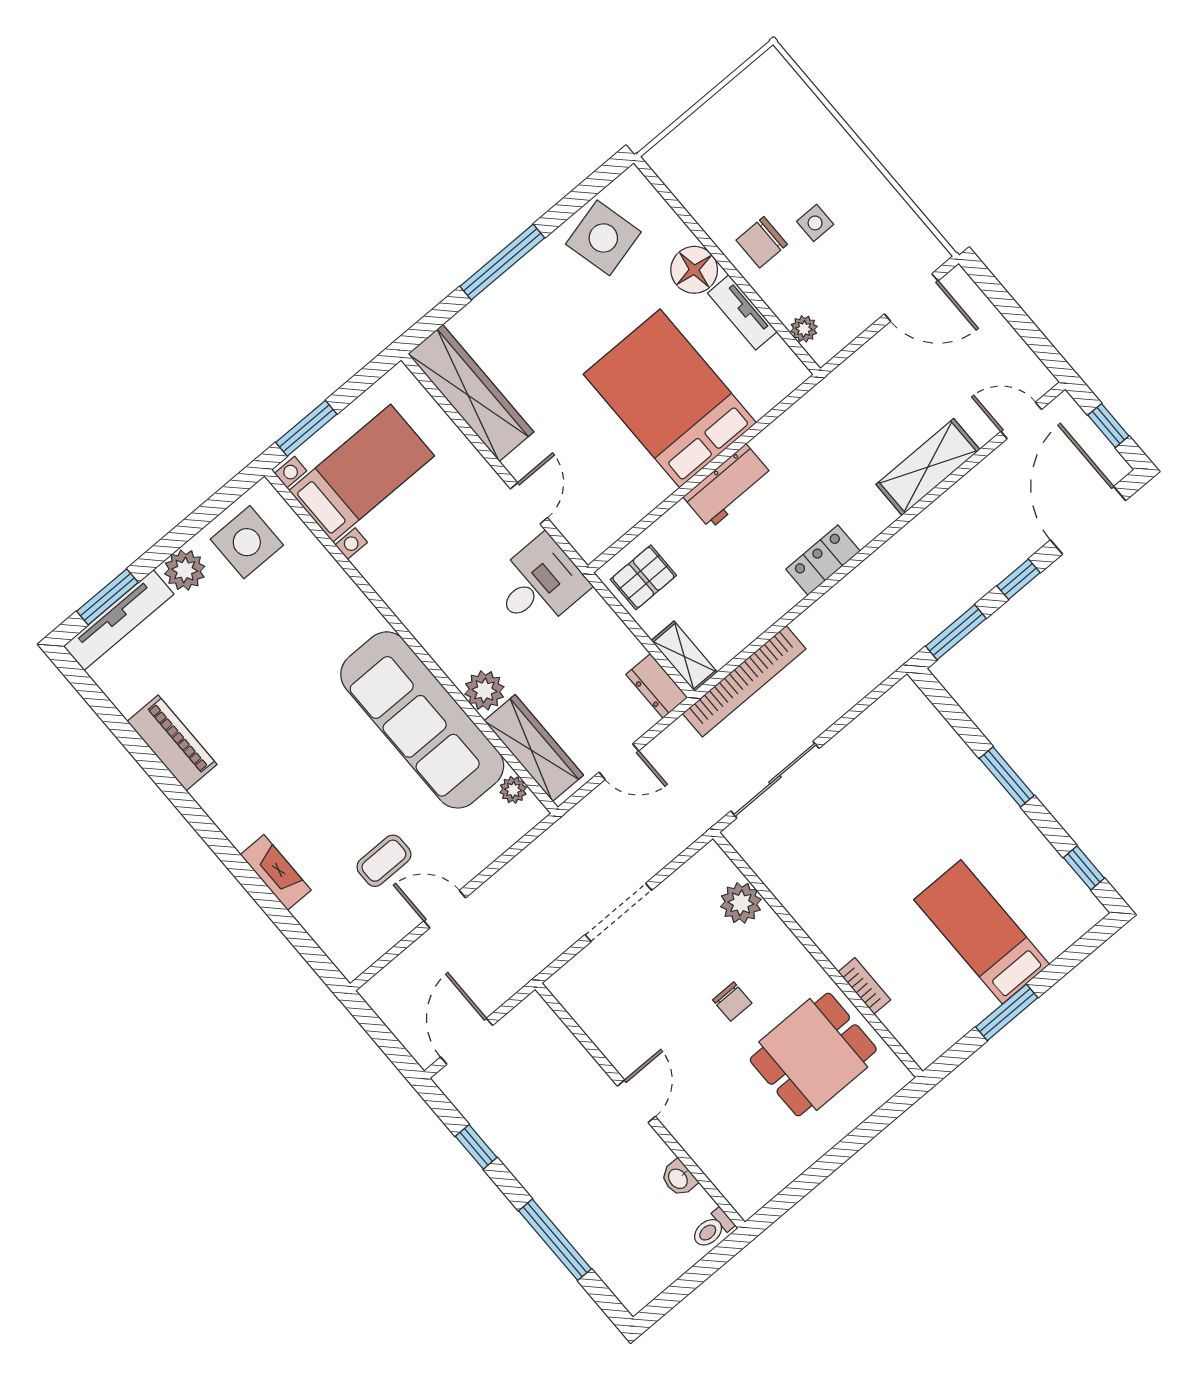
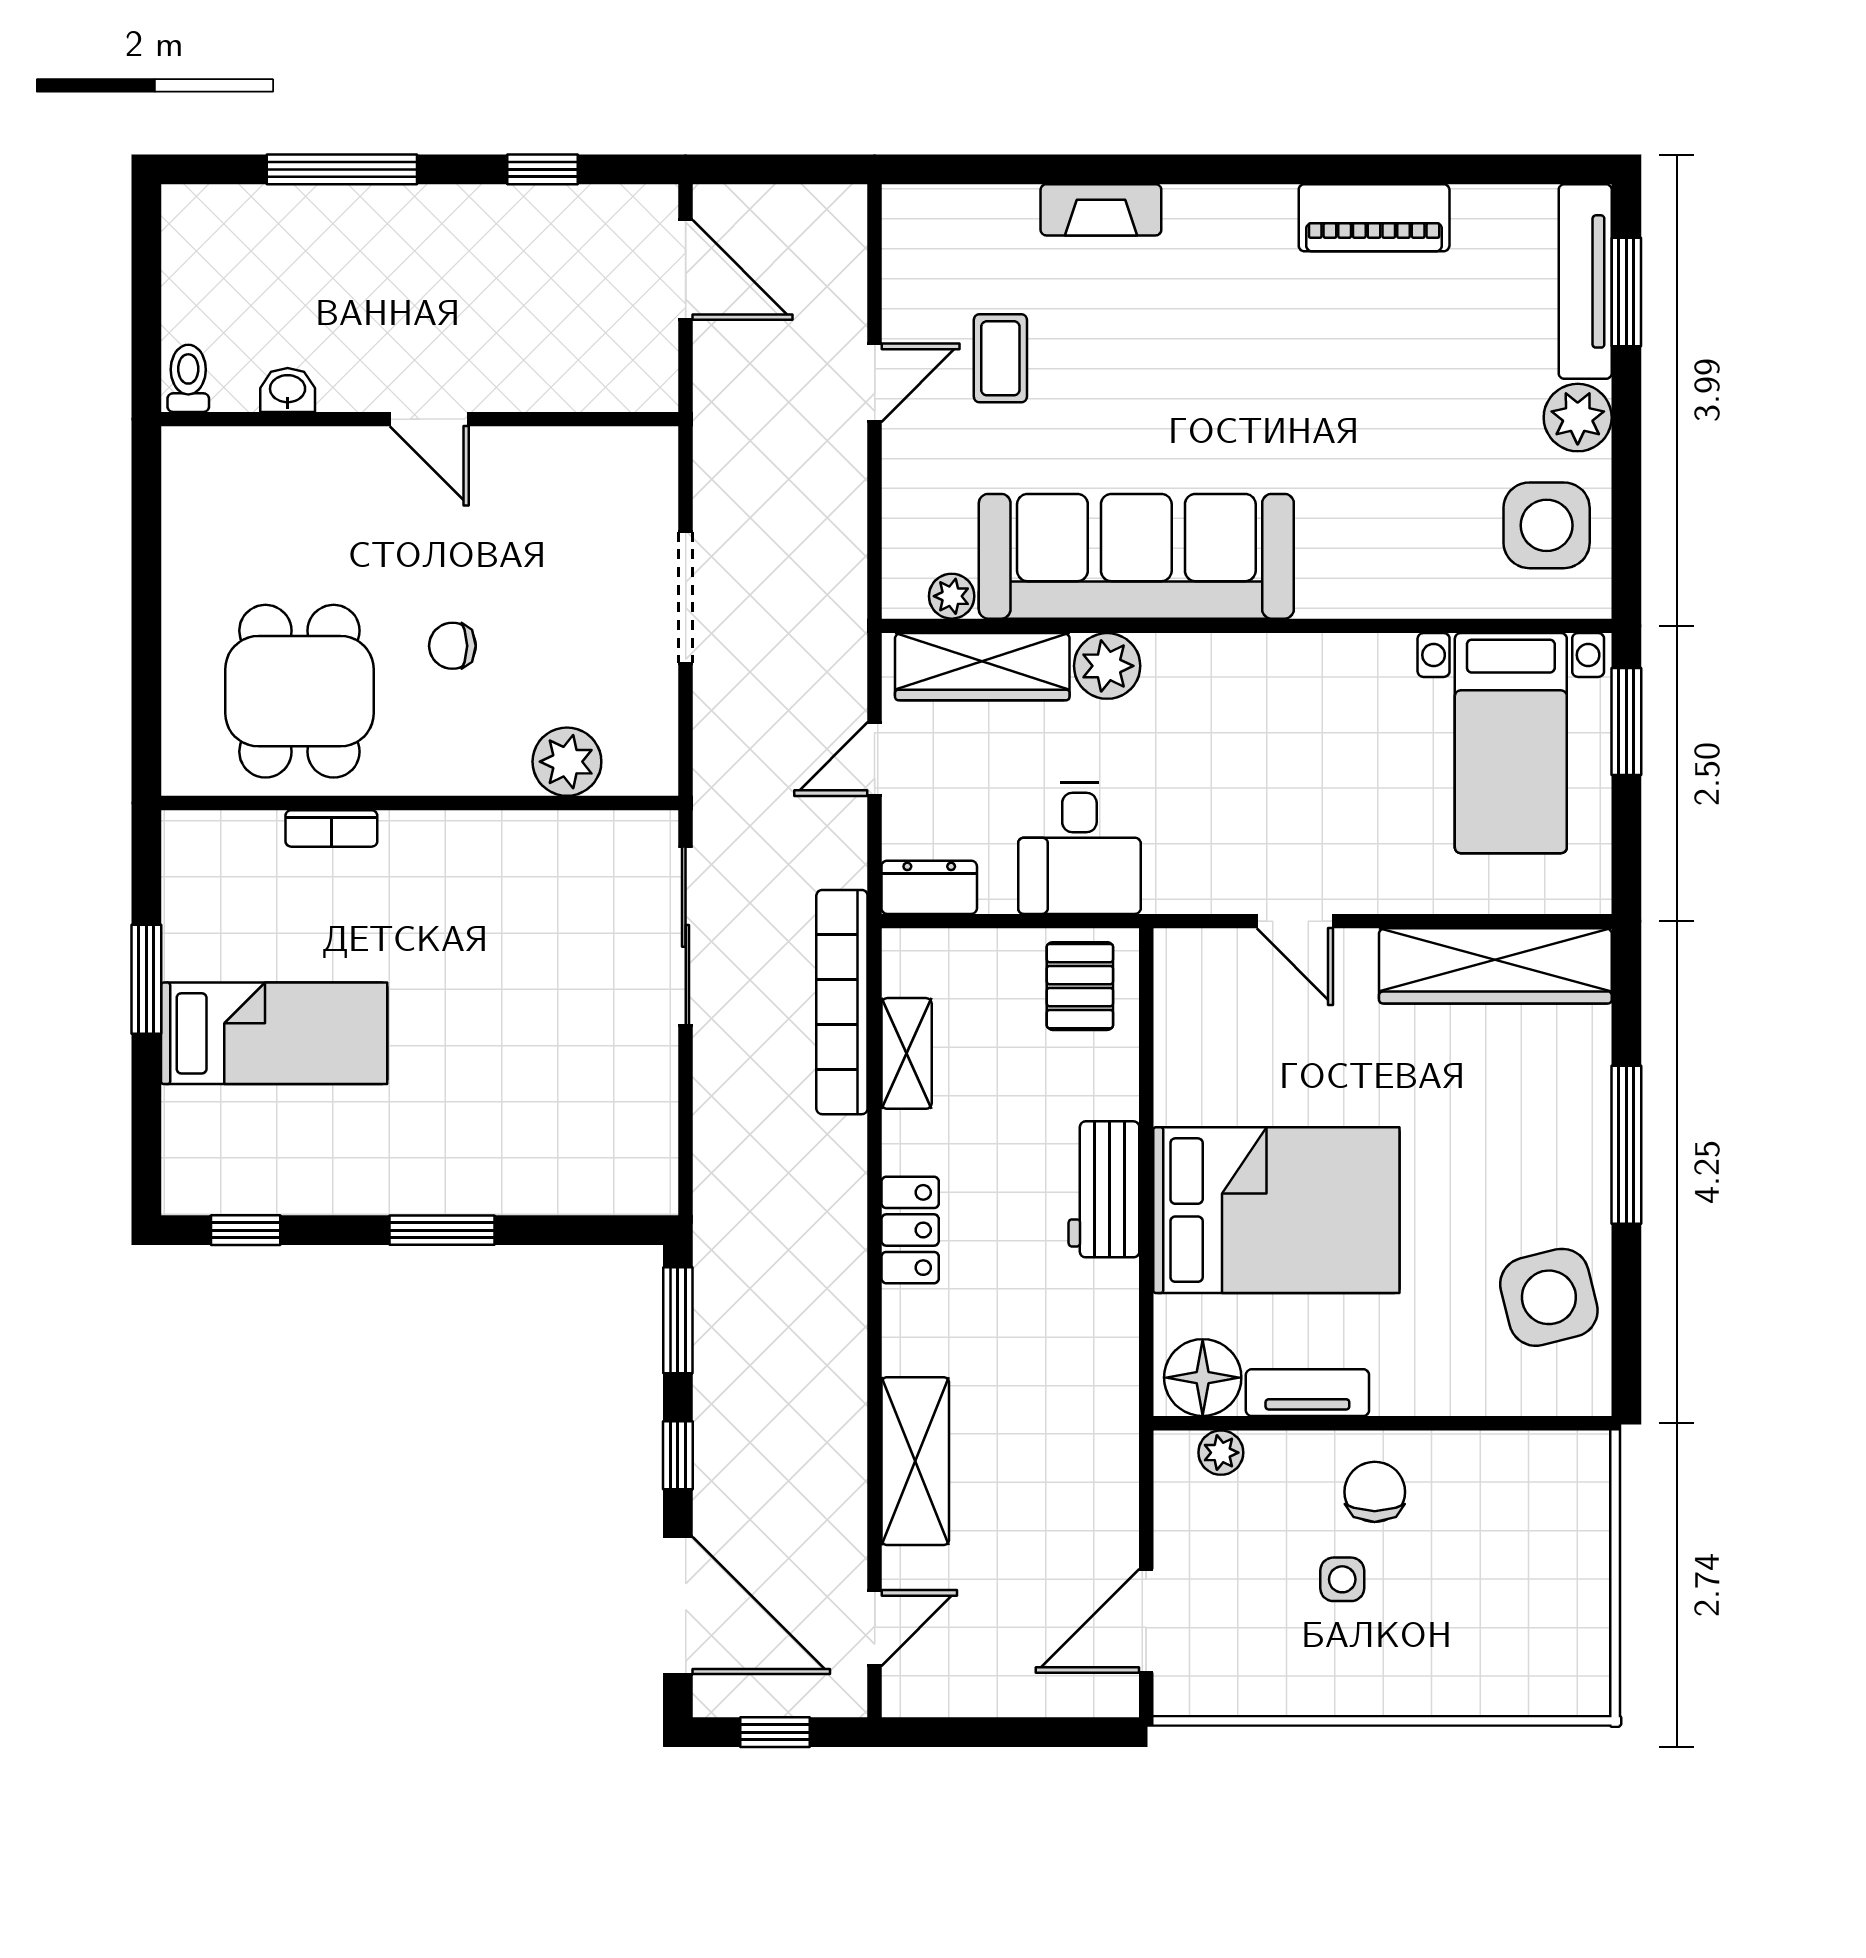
floor lamp: (694, 270) -> (1203, 1378), moved
desk: (539, 584) -> (1079, 848), moved
shelving: (684, 656) -> (907, 1053), moved, turned 90

